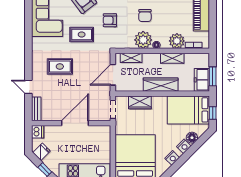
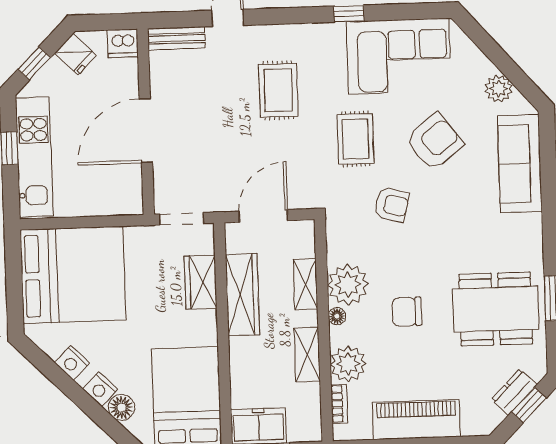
chair: (145, 16) -> (407, 312), moved
armchair: (110, 20) -> (392, 205), turned 105
window: (28, 35) -> (349, 14), added
shelving: (131, 58) -> (305, 284), moved
door: (113, 75) -> (263, 216), hinge flipped
wardrobe: (161, 85) -> (243, 295), moved
door: (75, 123) -> (146, 131), swing flipped

